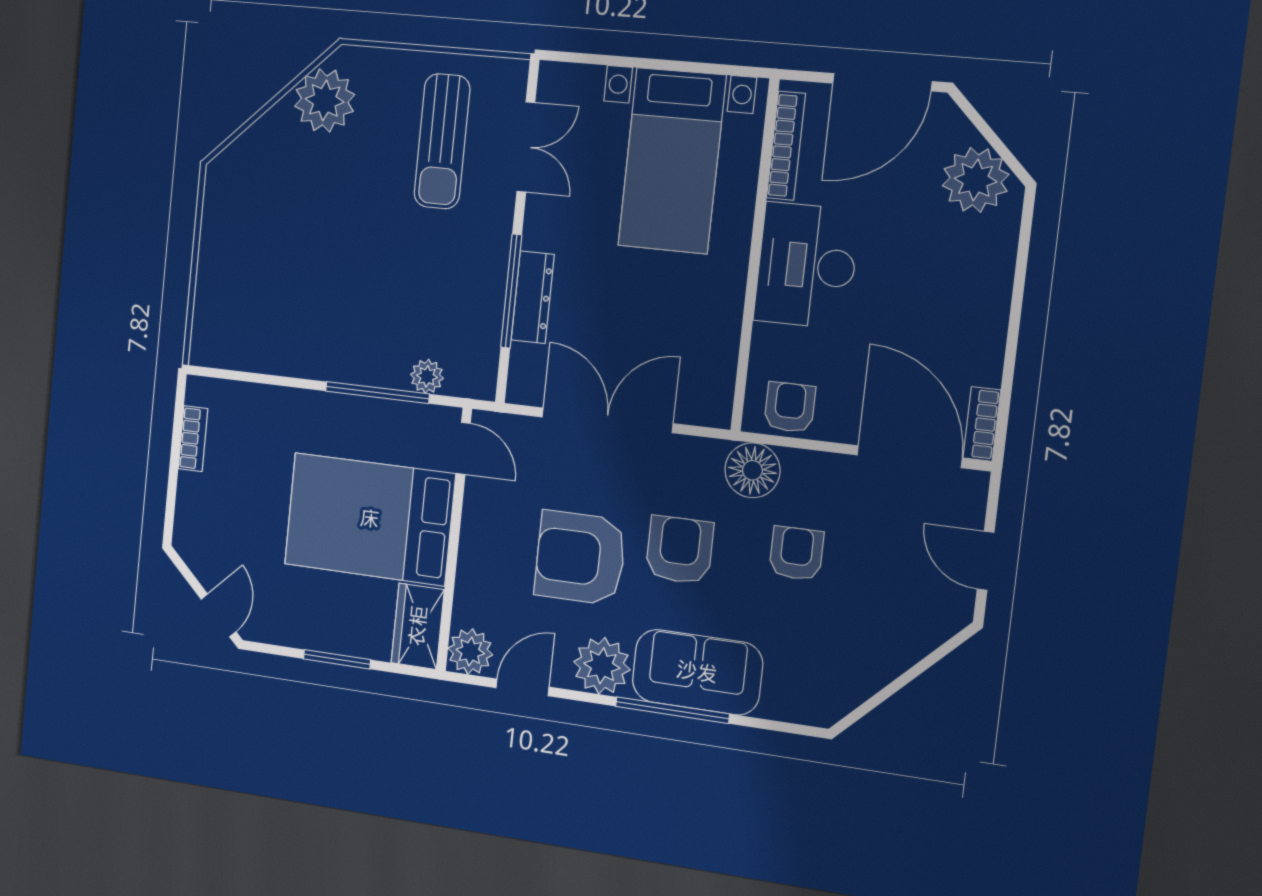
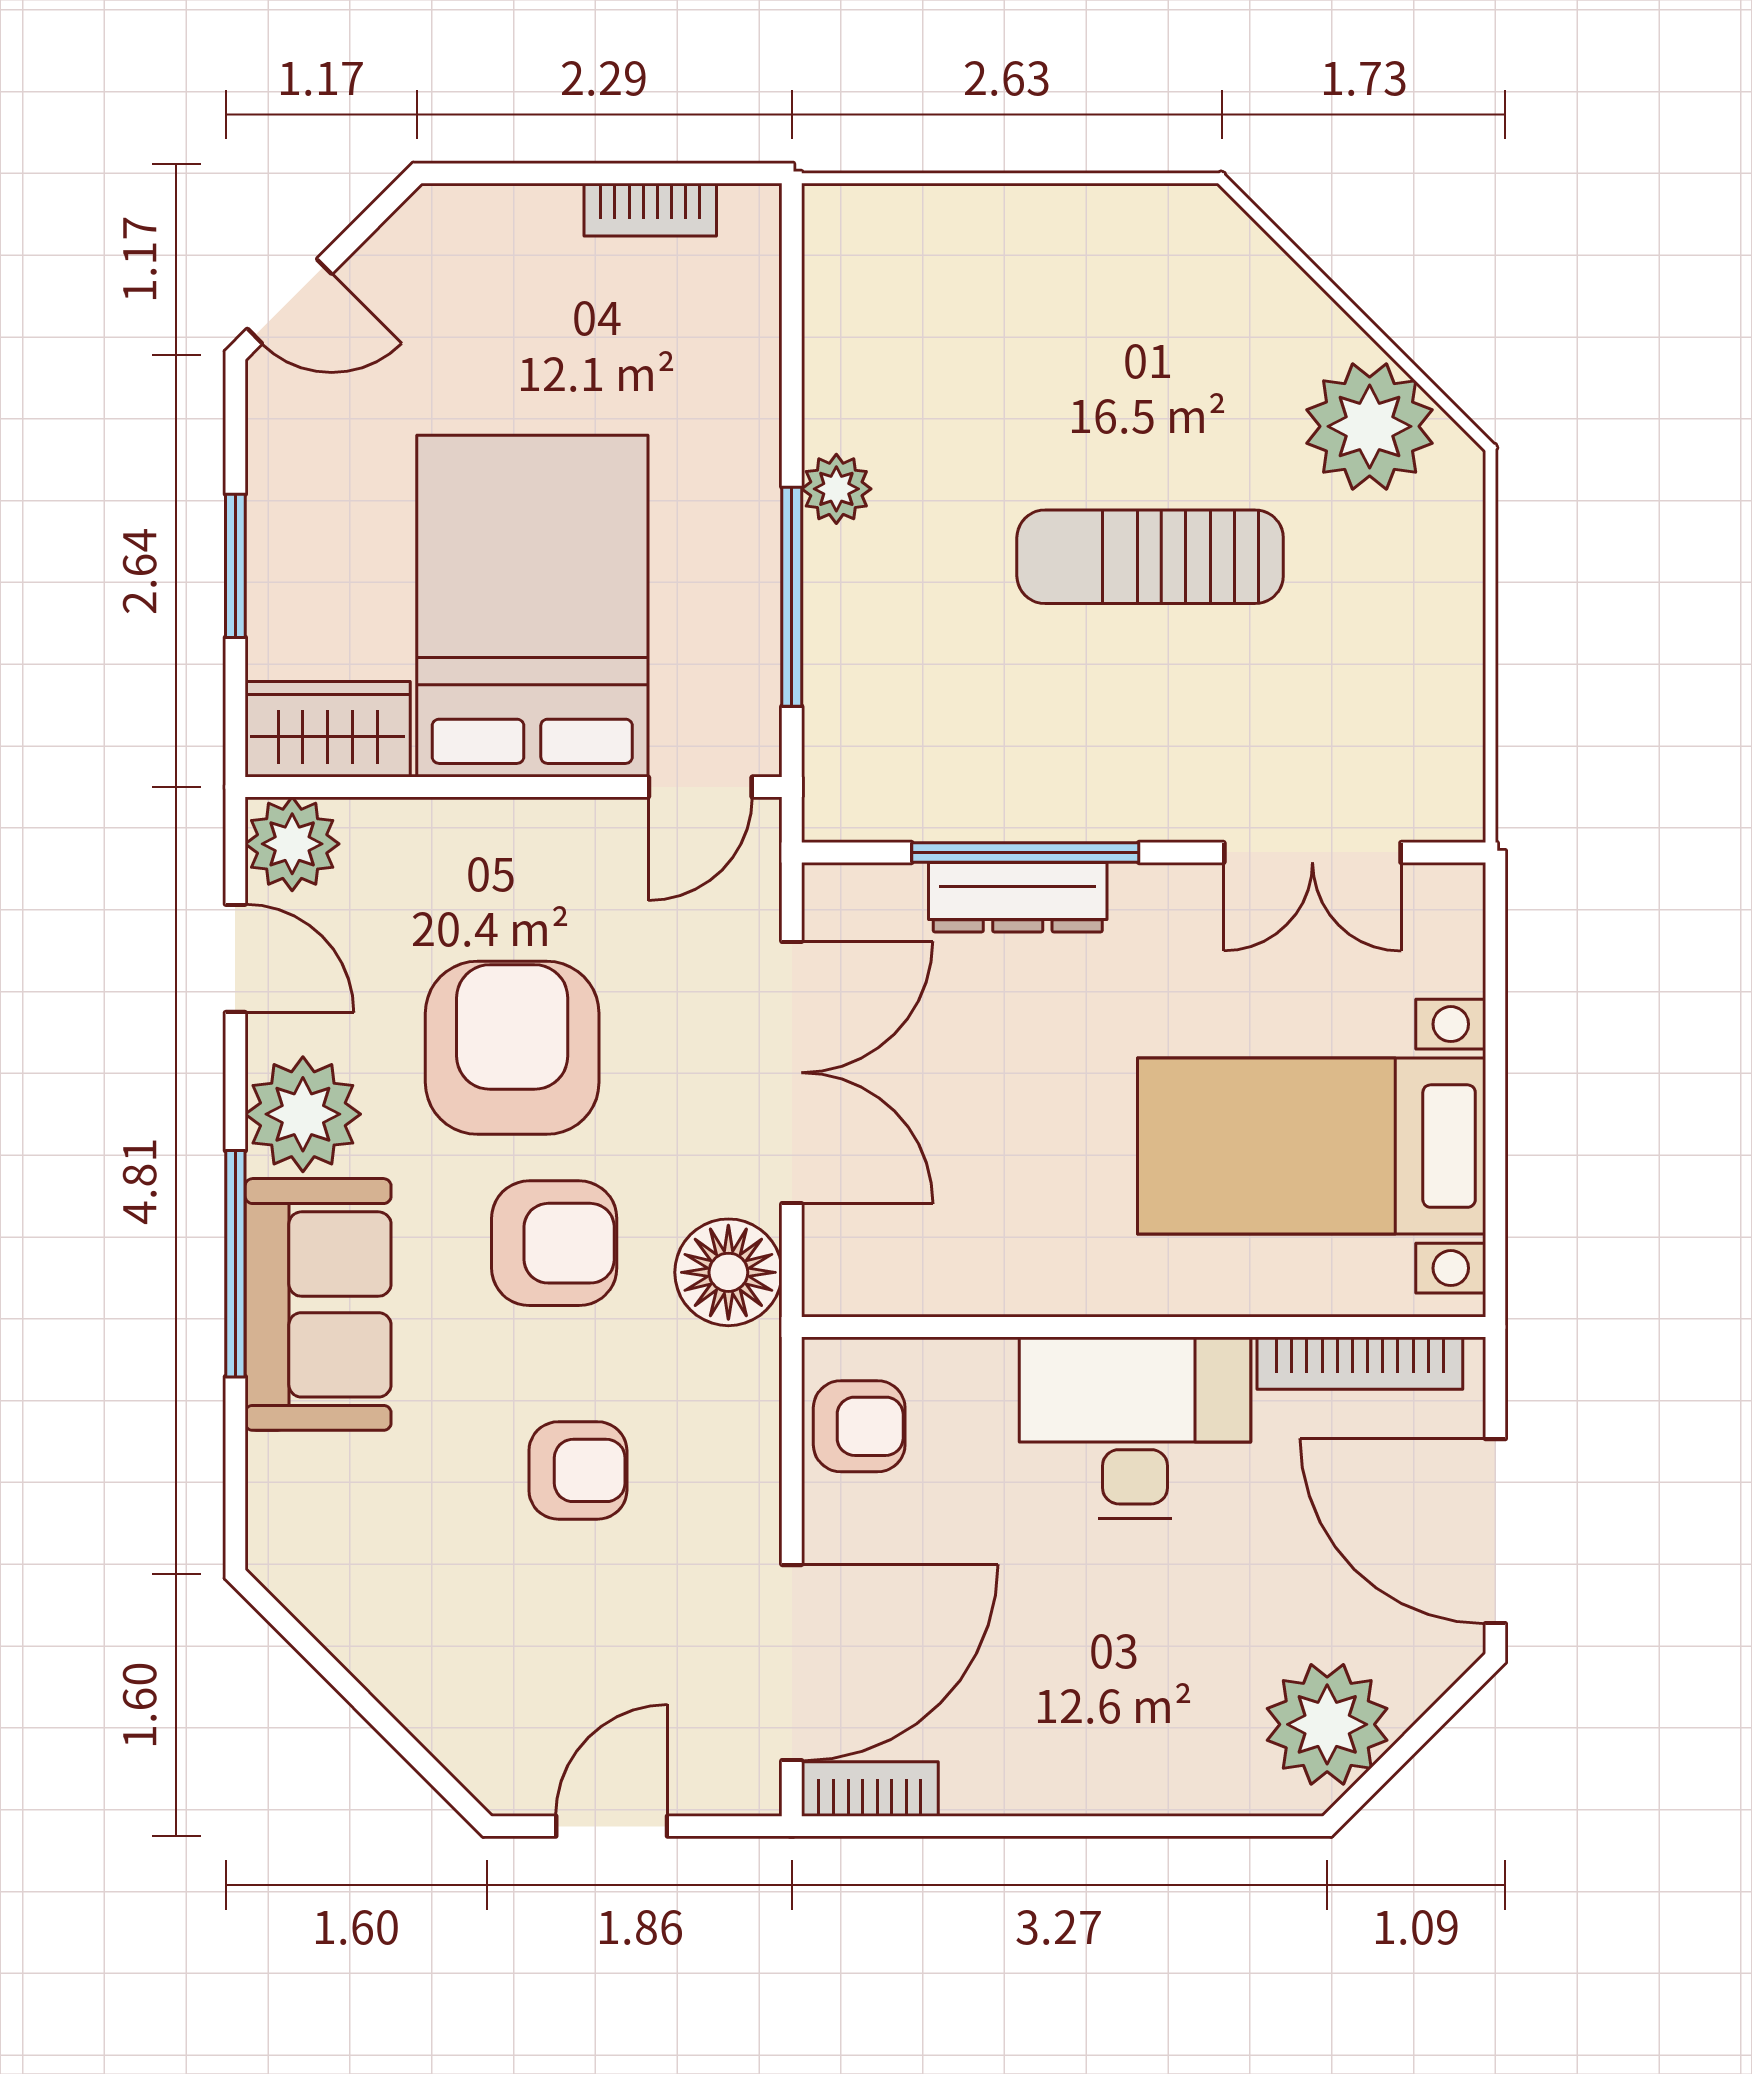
sun lounger: (442, 141) -> (1150, 557), moved
plant: (427, 376) -> (836, 489), moved
floor lamp: (752, 470) -> (728, 1272), moved

